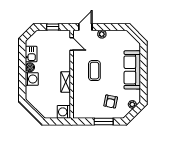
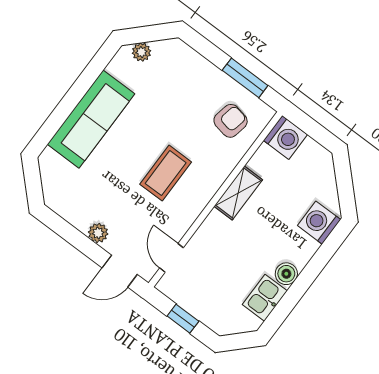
washing machine: (32, 79) -> (319, 223), moved
armchair: (111, 102) -> (231, 121), moved
window: (104, 121) -> (245, 78), moved

